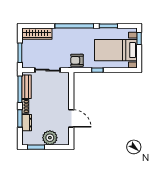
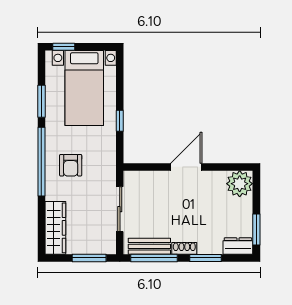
armchair: (77, 60) -> (71, 165), moved
door: (71, 118) -> (186, 167), moved
dresser: (27, 123) -> (238, 246), moved
plant: (50, 138) -> (240, 184), moved

